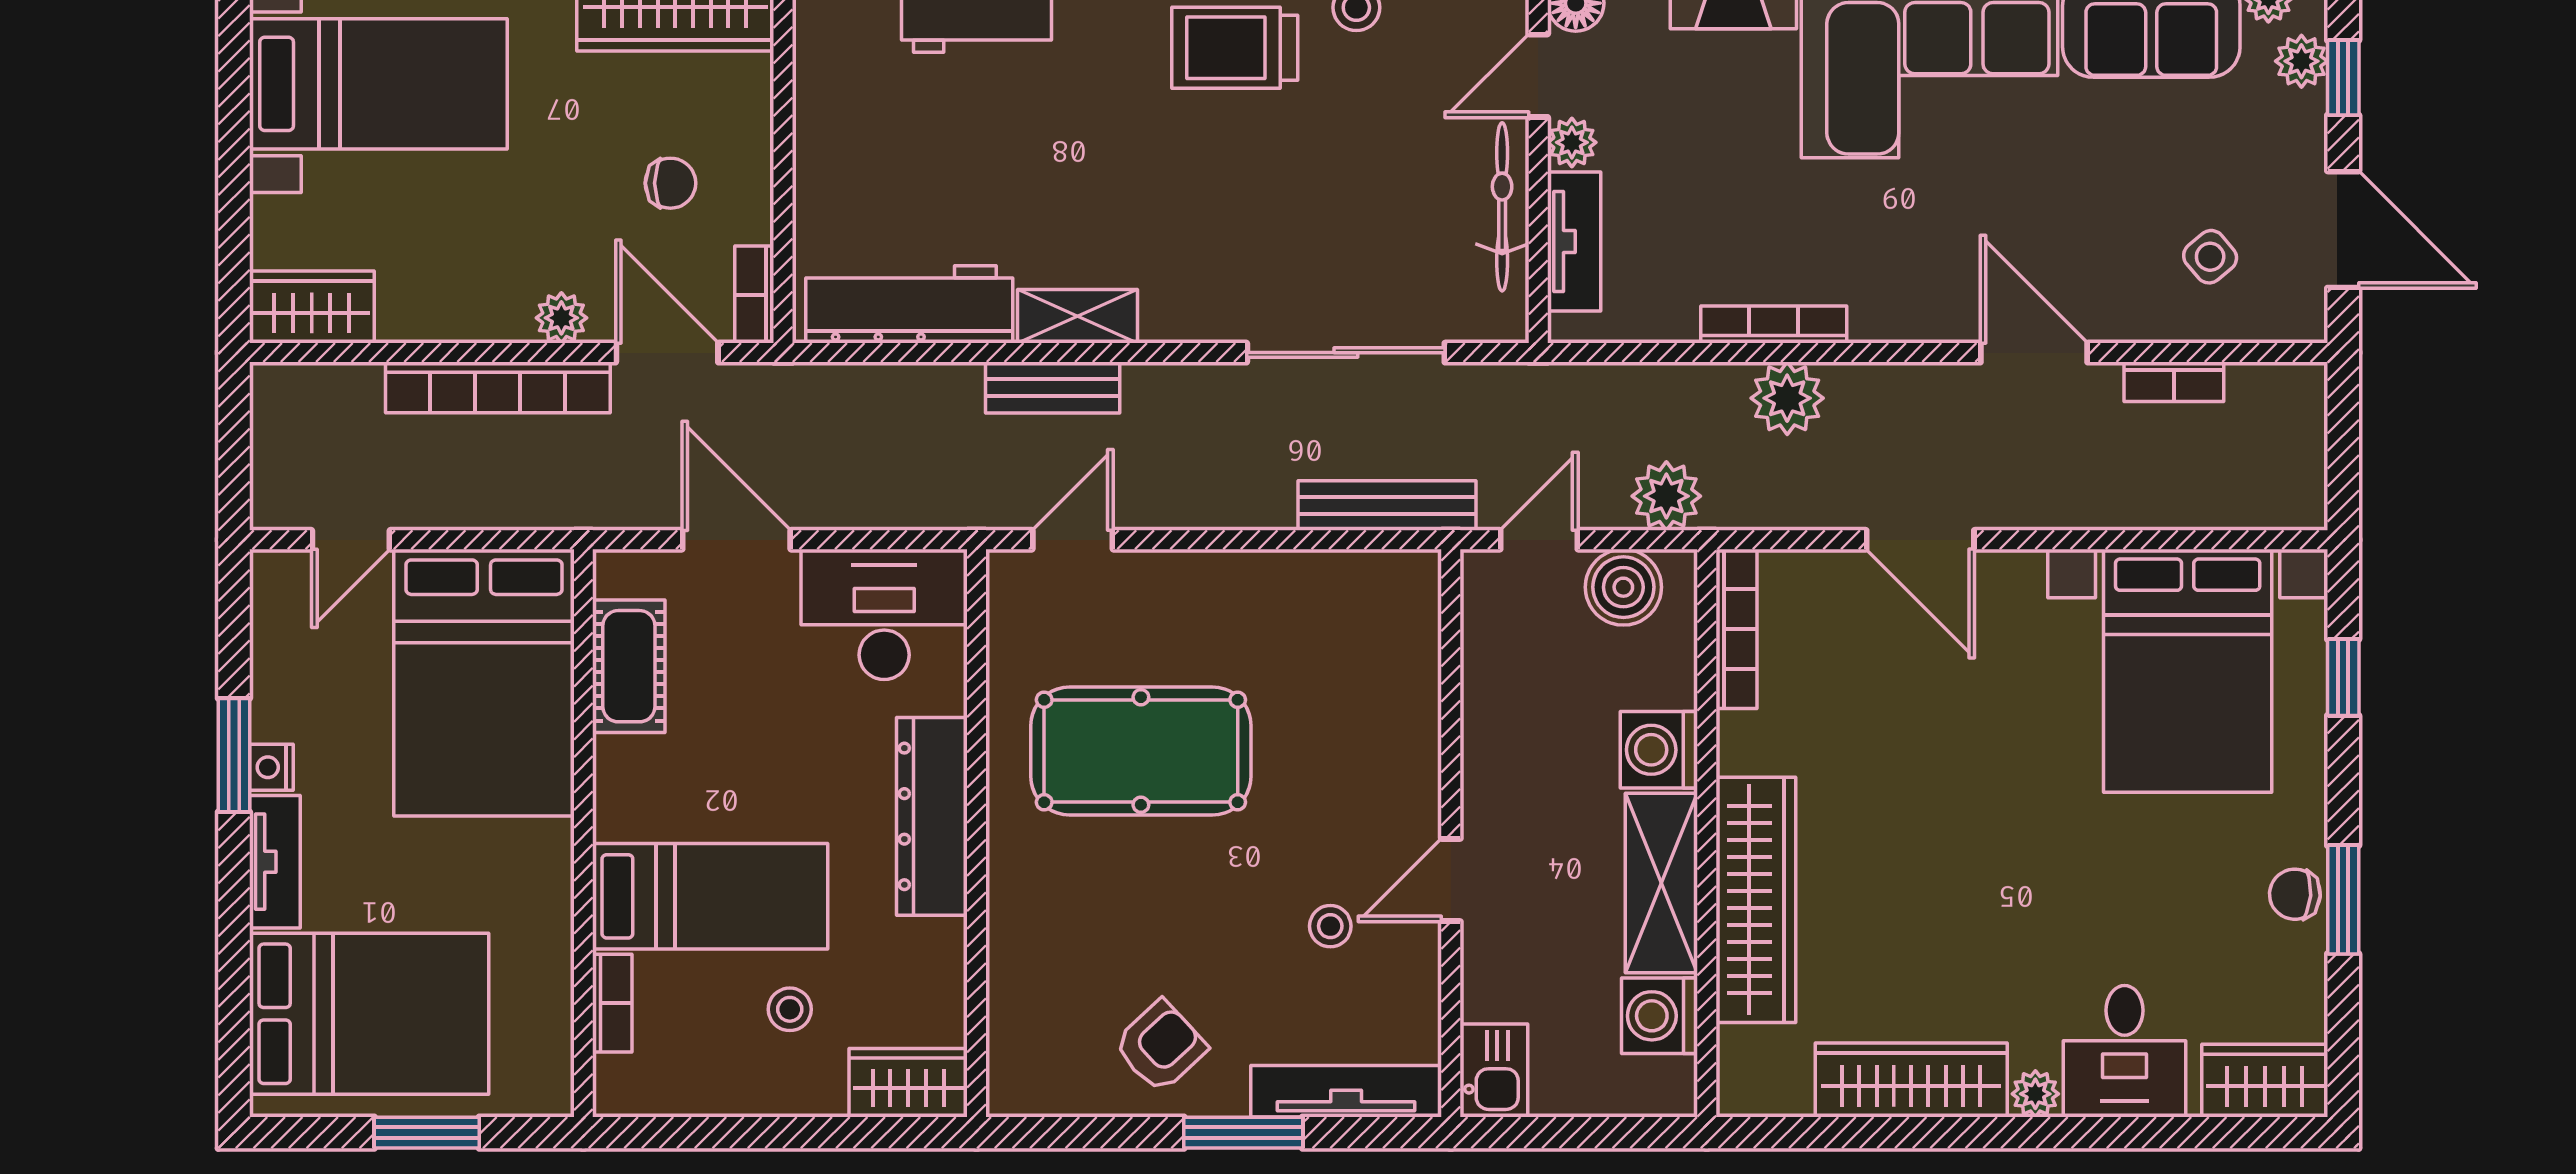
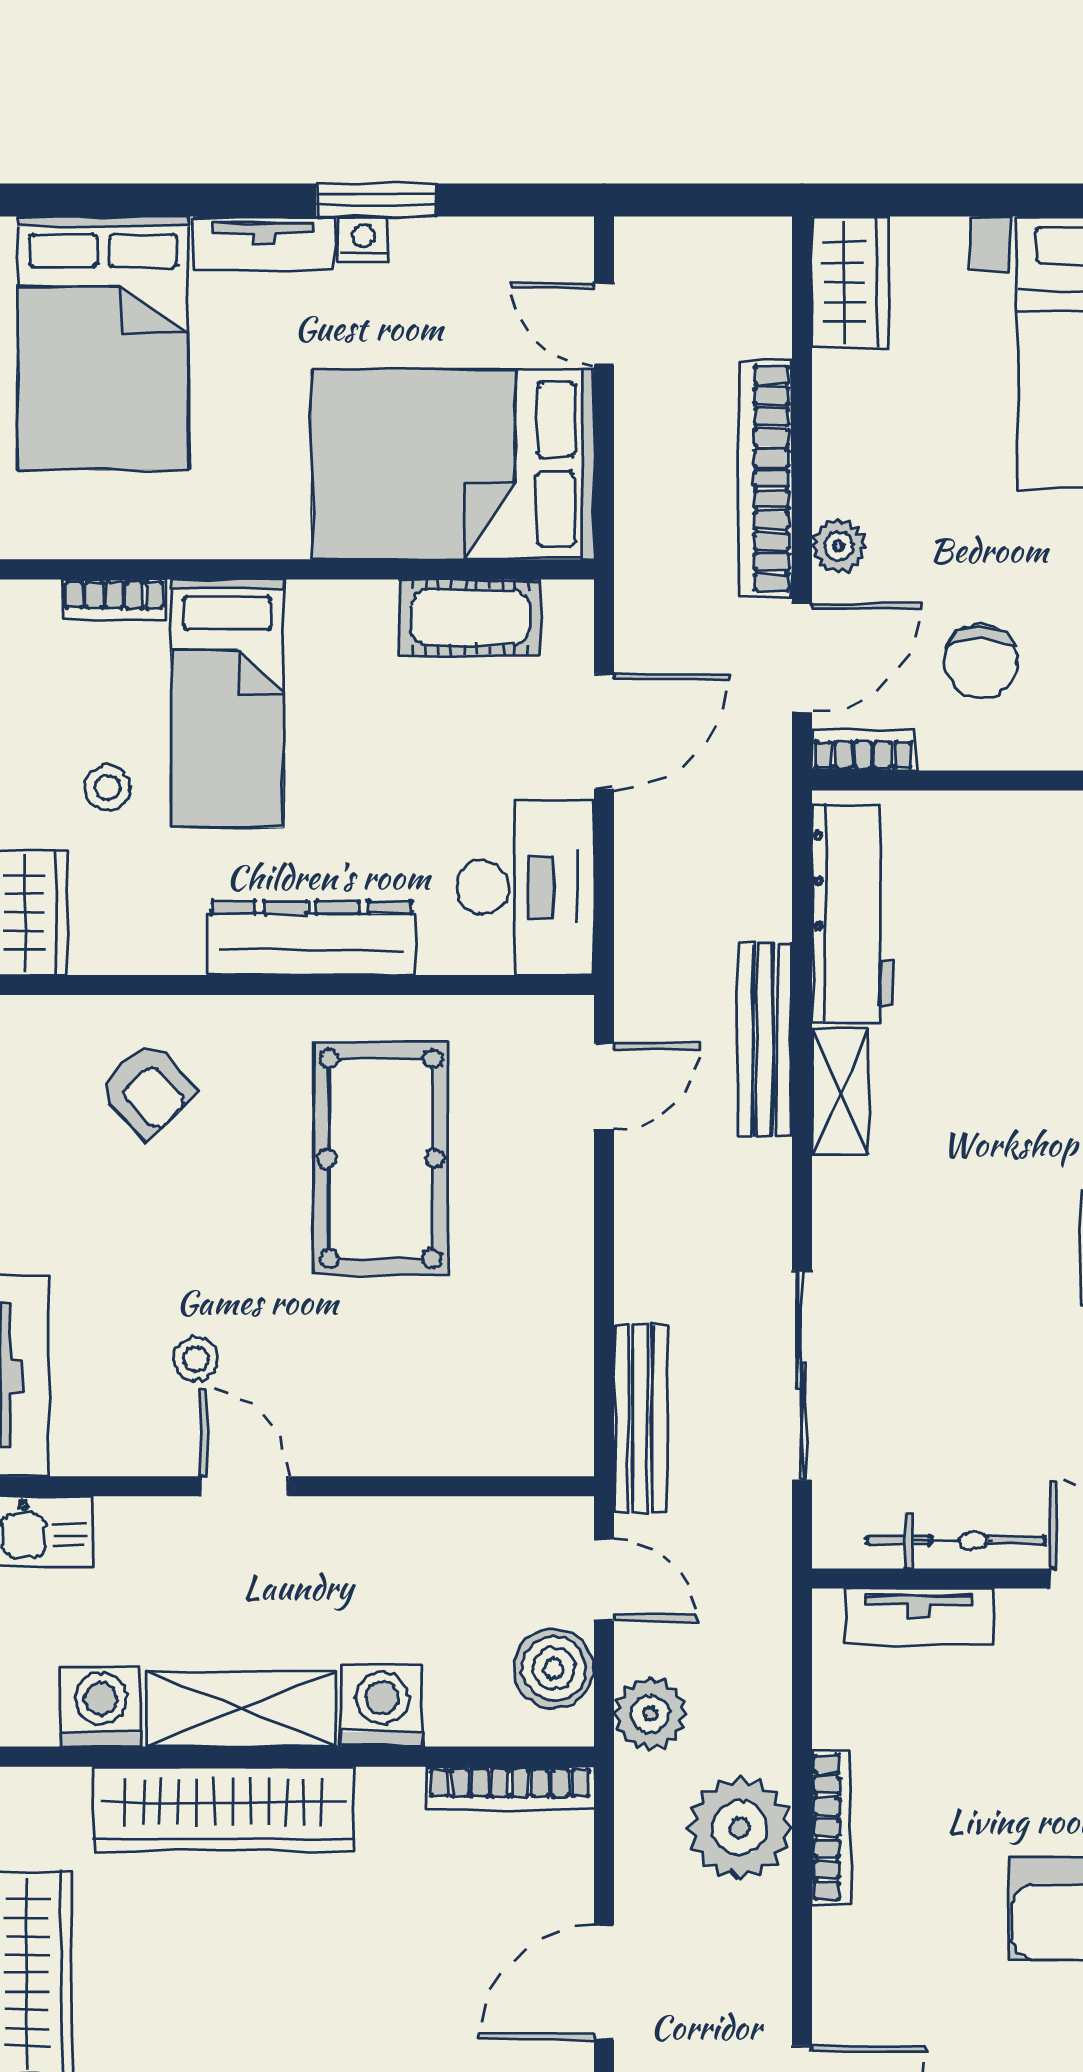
plant: (1572, 142) -> (1024, 1614), removed
chair: (670, 183) -> (981, 661), width x1.37, depth x1.37
bench: (1053, 388) -> (765, 1040), width x1.36
plant: (1787, 398) -> (740, 1828), width x1.36, depth x1.36
door: (1073, 540) -> (604, 1087), hinge flipped
armchair: (1160, 1046) -> (147, 1090), moved

